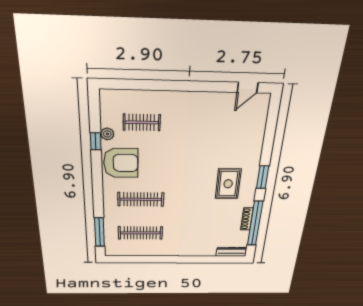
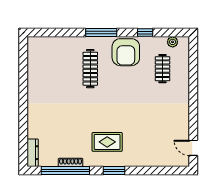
plant: (107, 134) -> (173, 42), moved
window: (99, 232) -> (101, 33), moved
clothes rail: (140, 233) -> (54, 69), removed

